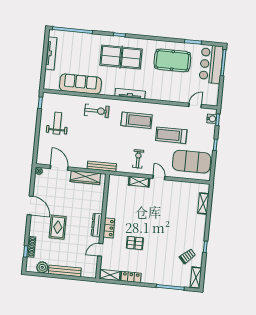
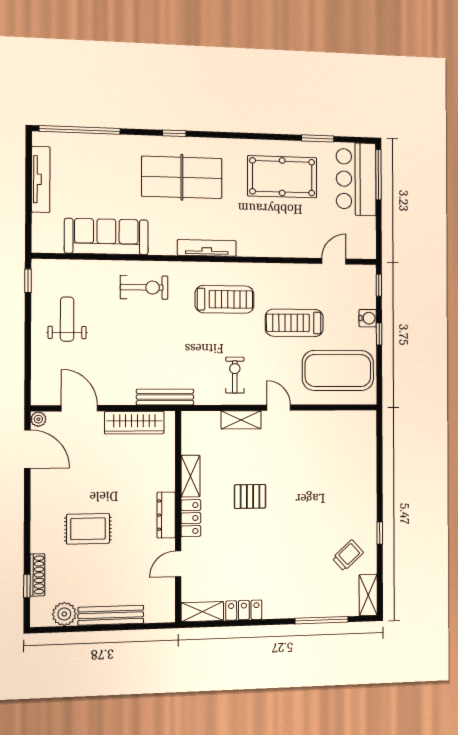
water cooler: (212, 119) -> (368, 318), moved
shelving: (203, 203) -> (190, 476), moved
door: (30, 205) -> (27, 449), moved
rug: (58, 227) -> (88, 529), turned 90
pallet: (135, 243) -> (250, 496), moved

